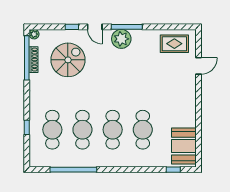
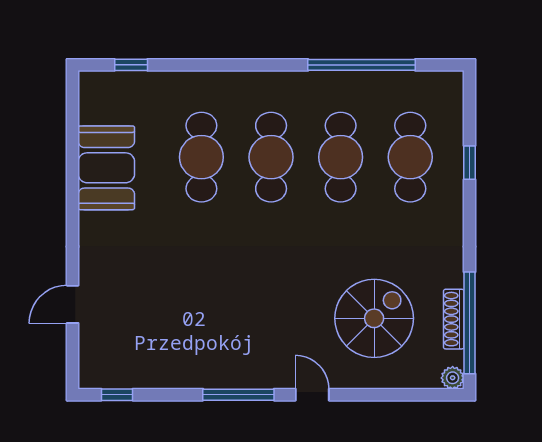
window: (72, 27) -> (117, 395), moved
plant: (121, 39) -> (251, 367), removed
rug: (174, 44) -> (128, 356), removed
spiral stairs: (68, 60) -> (374, 318), turned 180
booth: (184, 146) -> (106, 168), moved

